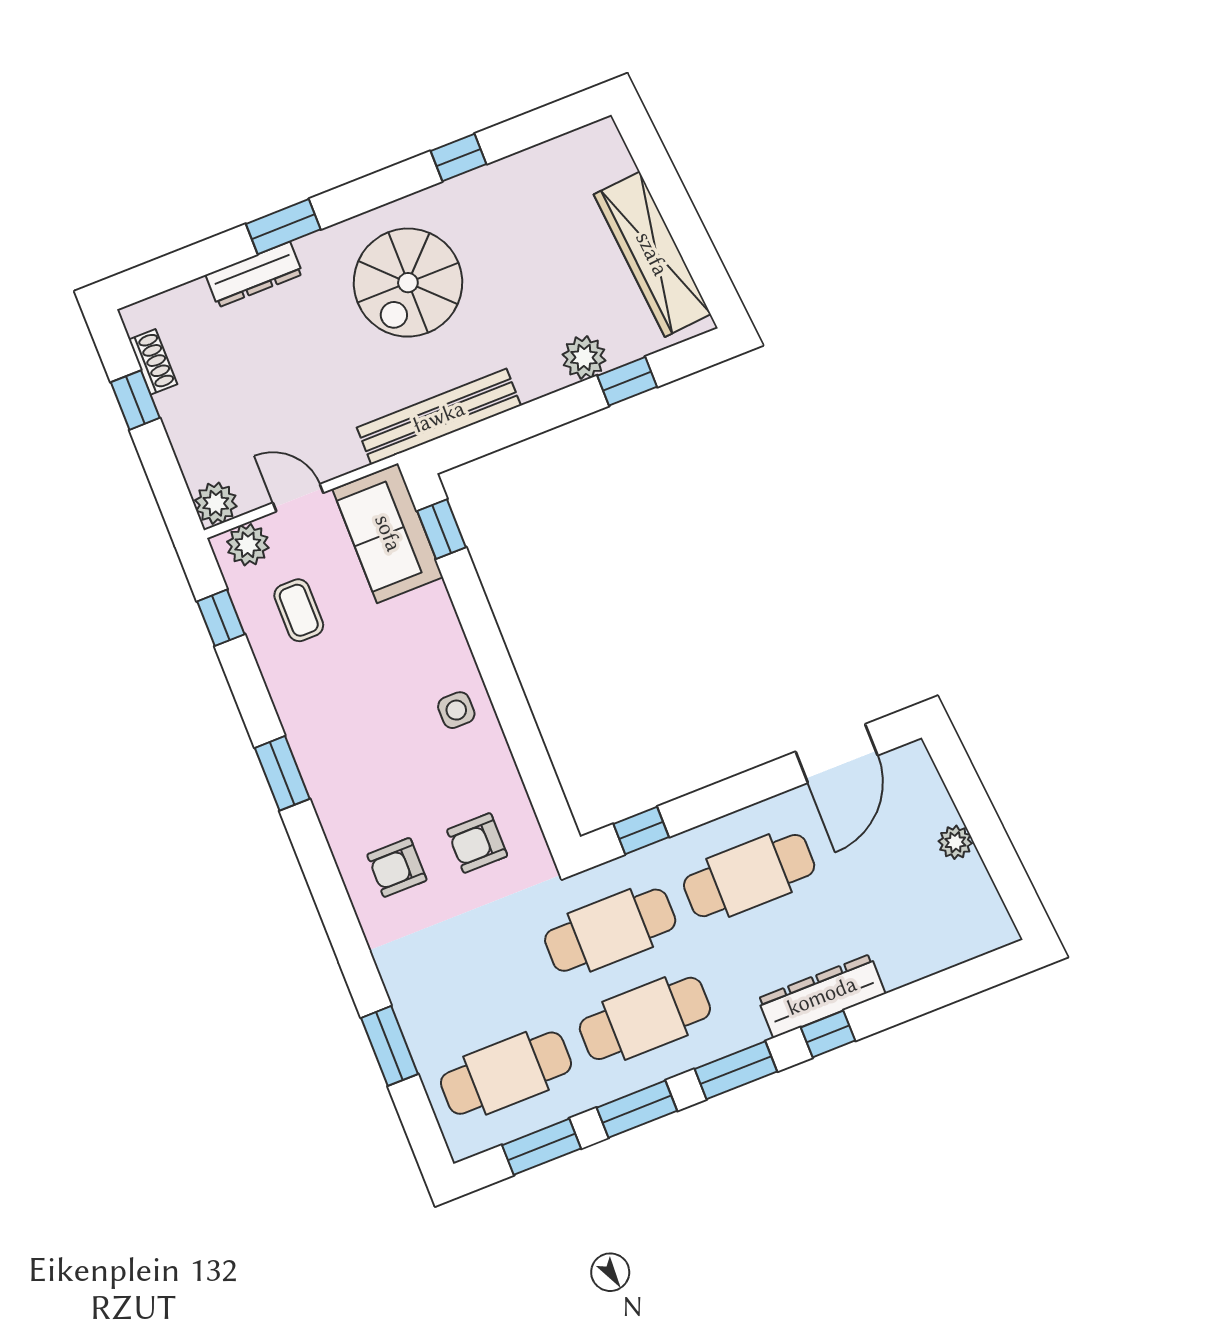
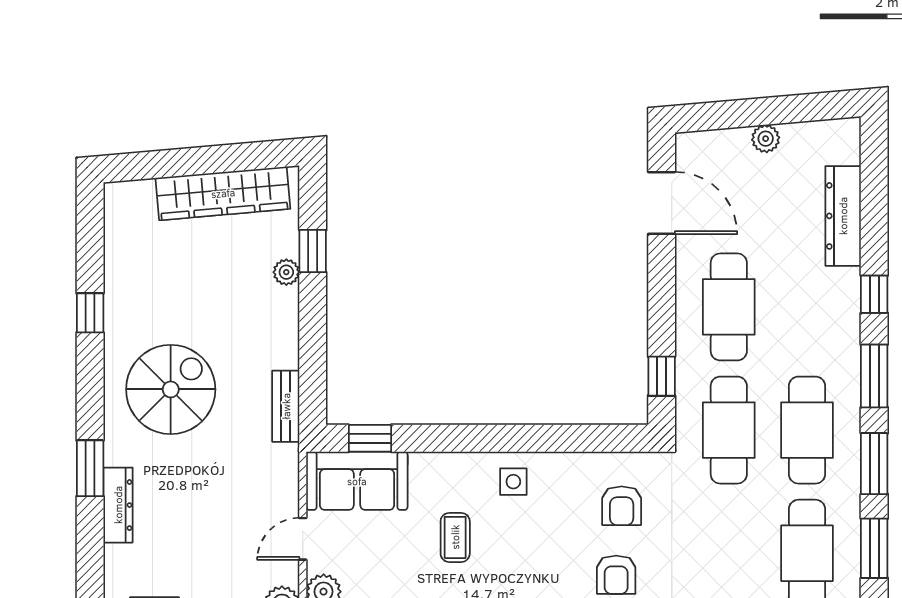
spiral stairs: (408, 283) -> (171, 389), turned -90
plant: (584, 357) -> (286, 272), width x0.73, depth x0.73
bench: (439, 417) -> (286, 406), width x0.54, depth x0.82
coffee table: (299, 610) -> (455, 537), moved, turned 90
dresser: (822, 996) -> (843, 216), moved

